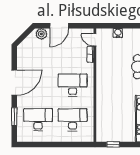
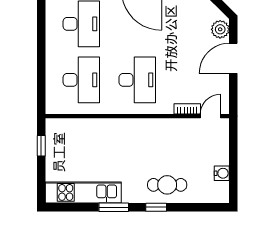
door: (59, 26) -> (233, 58), hinge flipped
water cooler: (118, 33) -> (222, 173), moved

